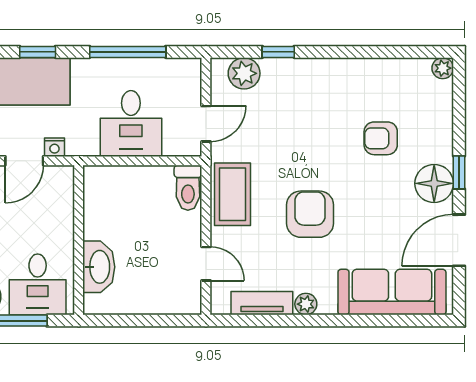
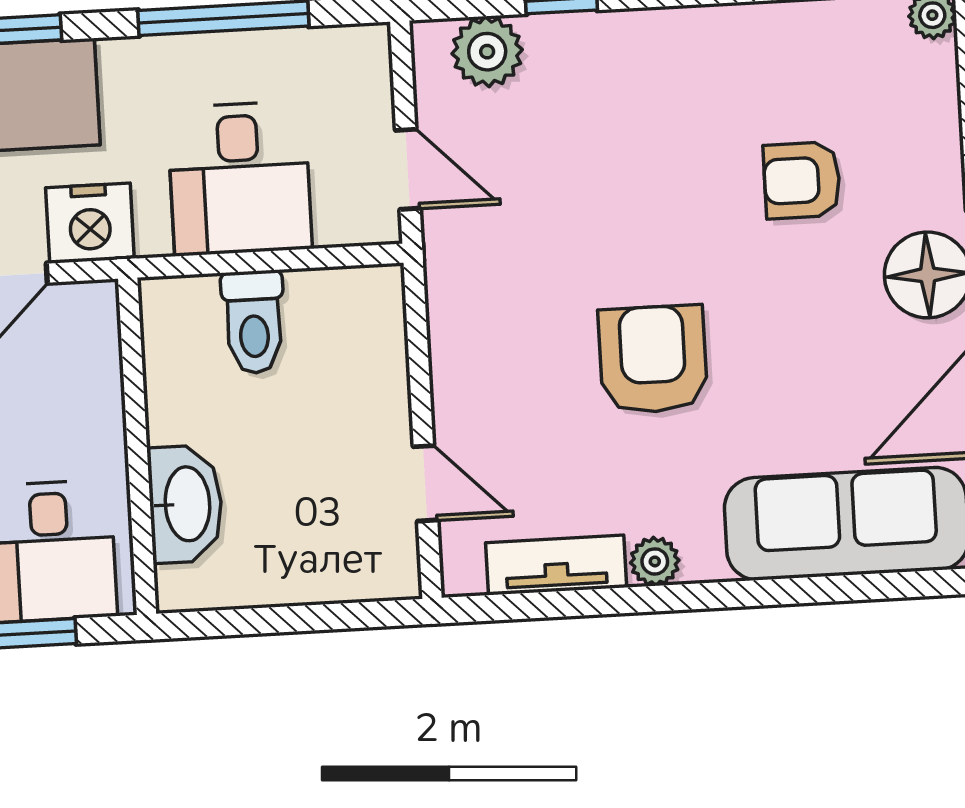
door: (206, 124) -> (408, 169), hinge flipped
nightstand: (54, 147) -> (90, 223), width x1.89, depth x1.79
toilet: (188, 188) -> (254, 322), moved
coffee table: (232, 194) -> (476, 324), removed

